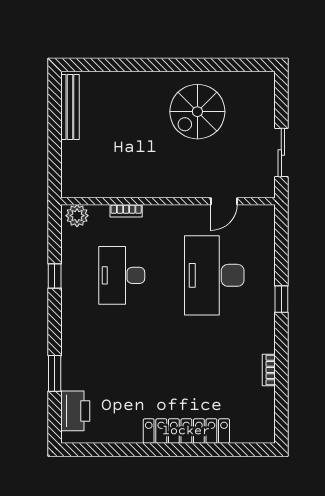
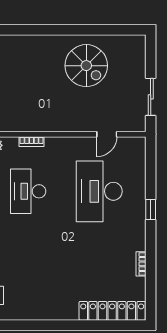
spiral stairs: (197, 112) -> (86, 66), turned -90
locker: (186, 431) -> (112, 311), moved

